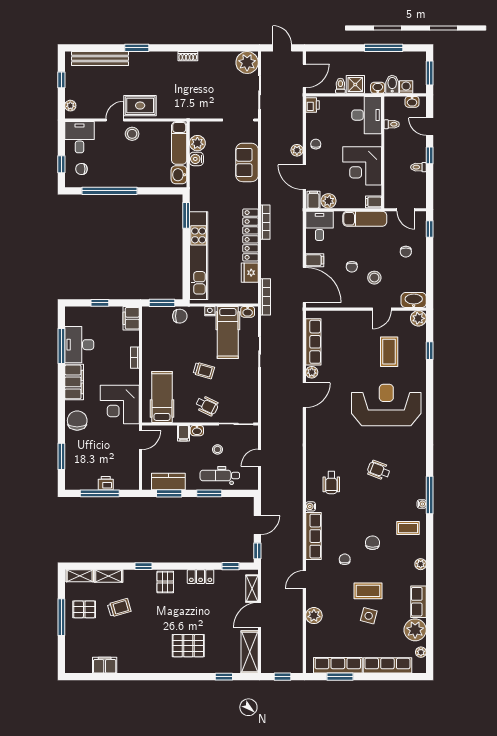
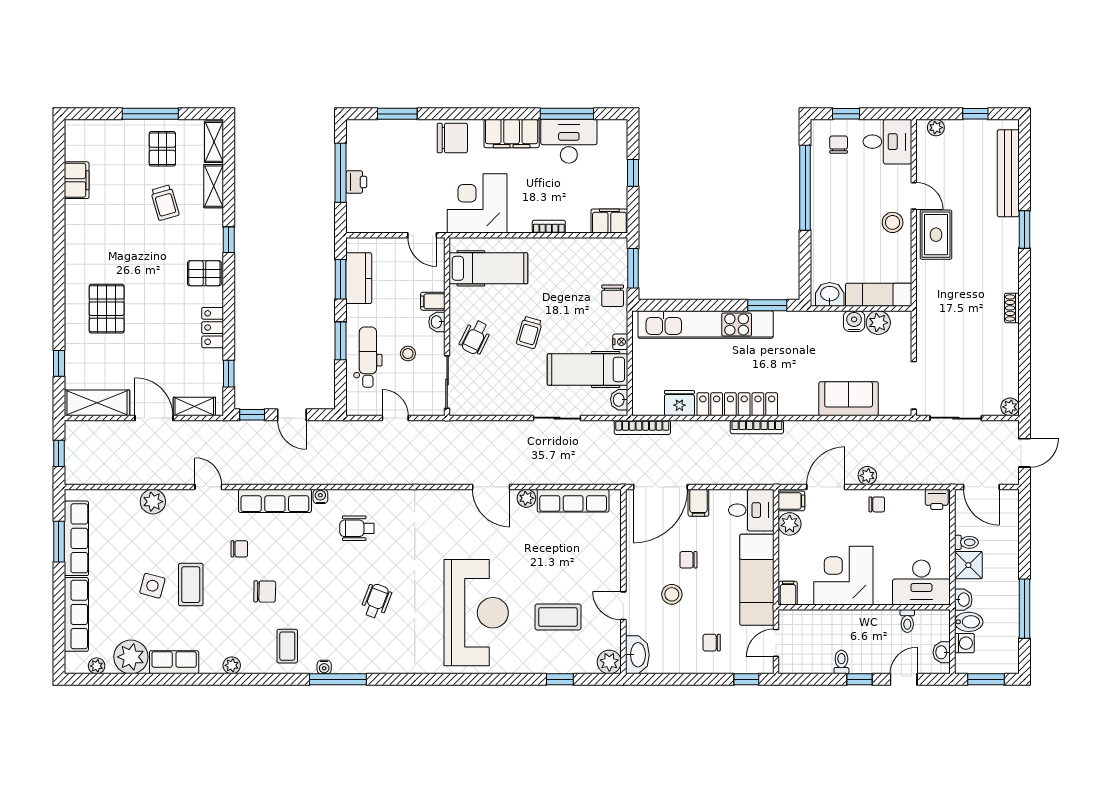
plant: (247, 63) -> (1010, 407), width x0.53, depth x0.53
exam couch: (365, 219) -> (757, 580), width x1.36, depth x1.45

